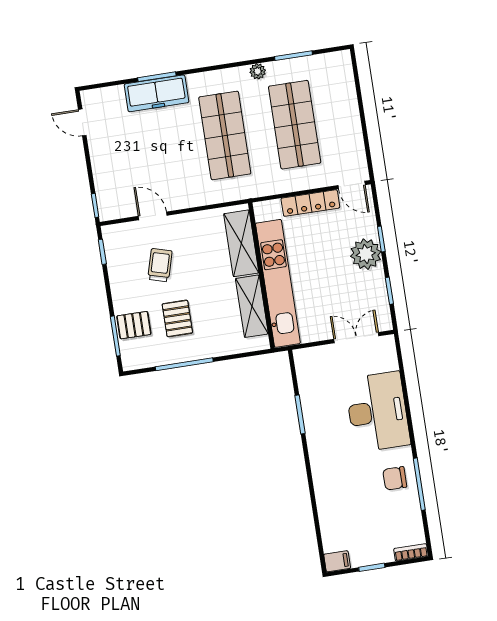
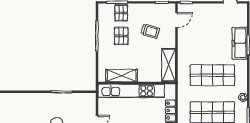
door: (153, 216) -> (176, 20), moved
shelving: (241, 243) -> (169, 65), moved, turned 90
pallet: (177, 318) -> (121, 36), turned 90

